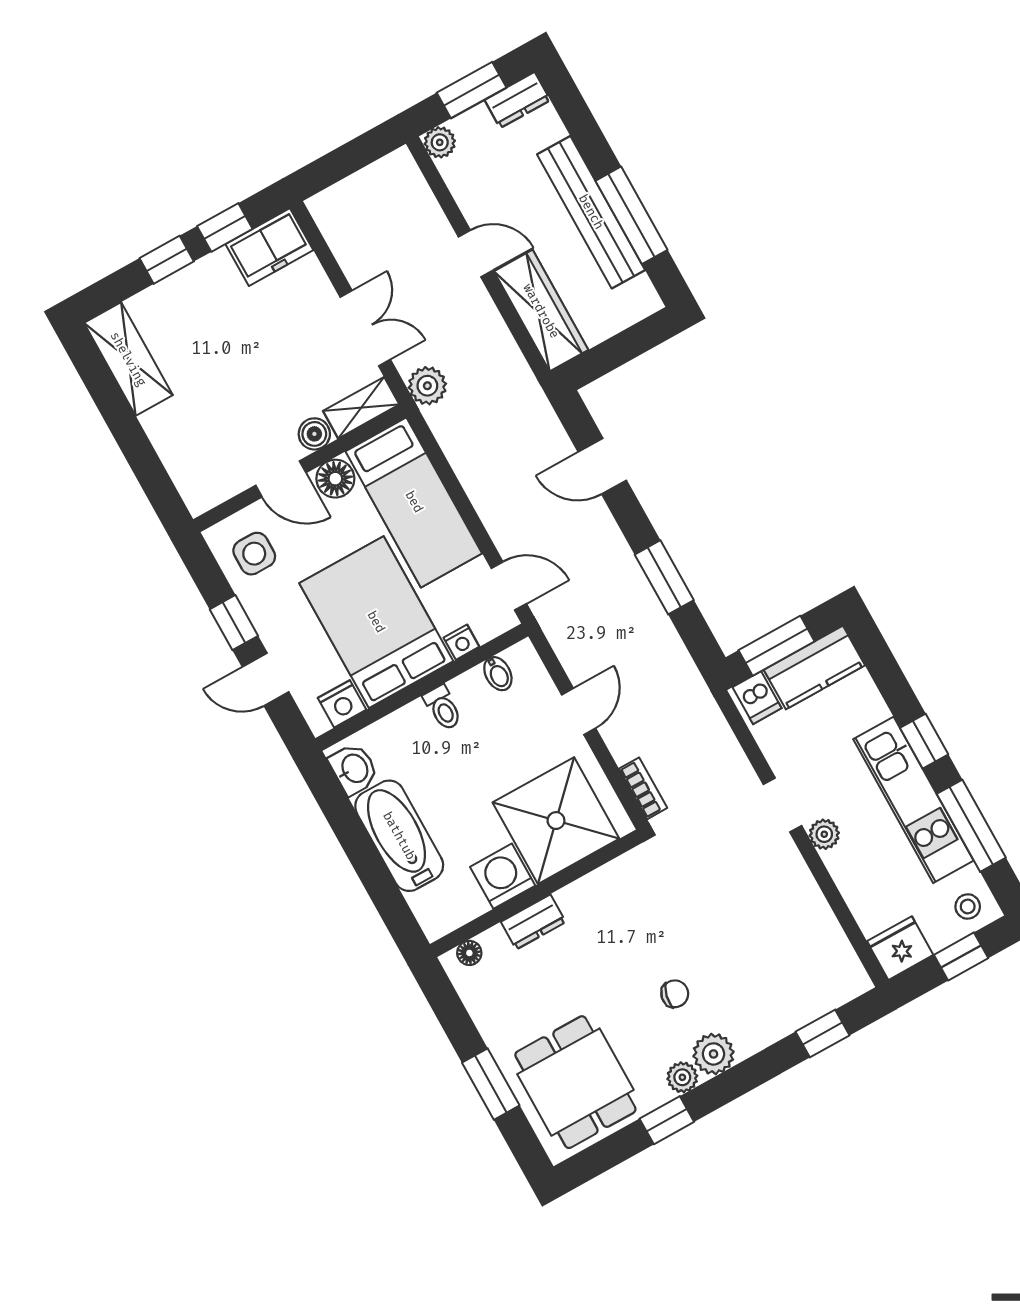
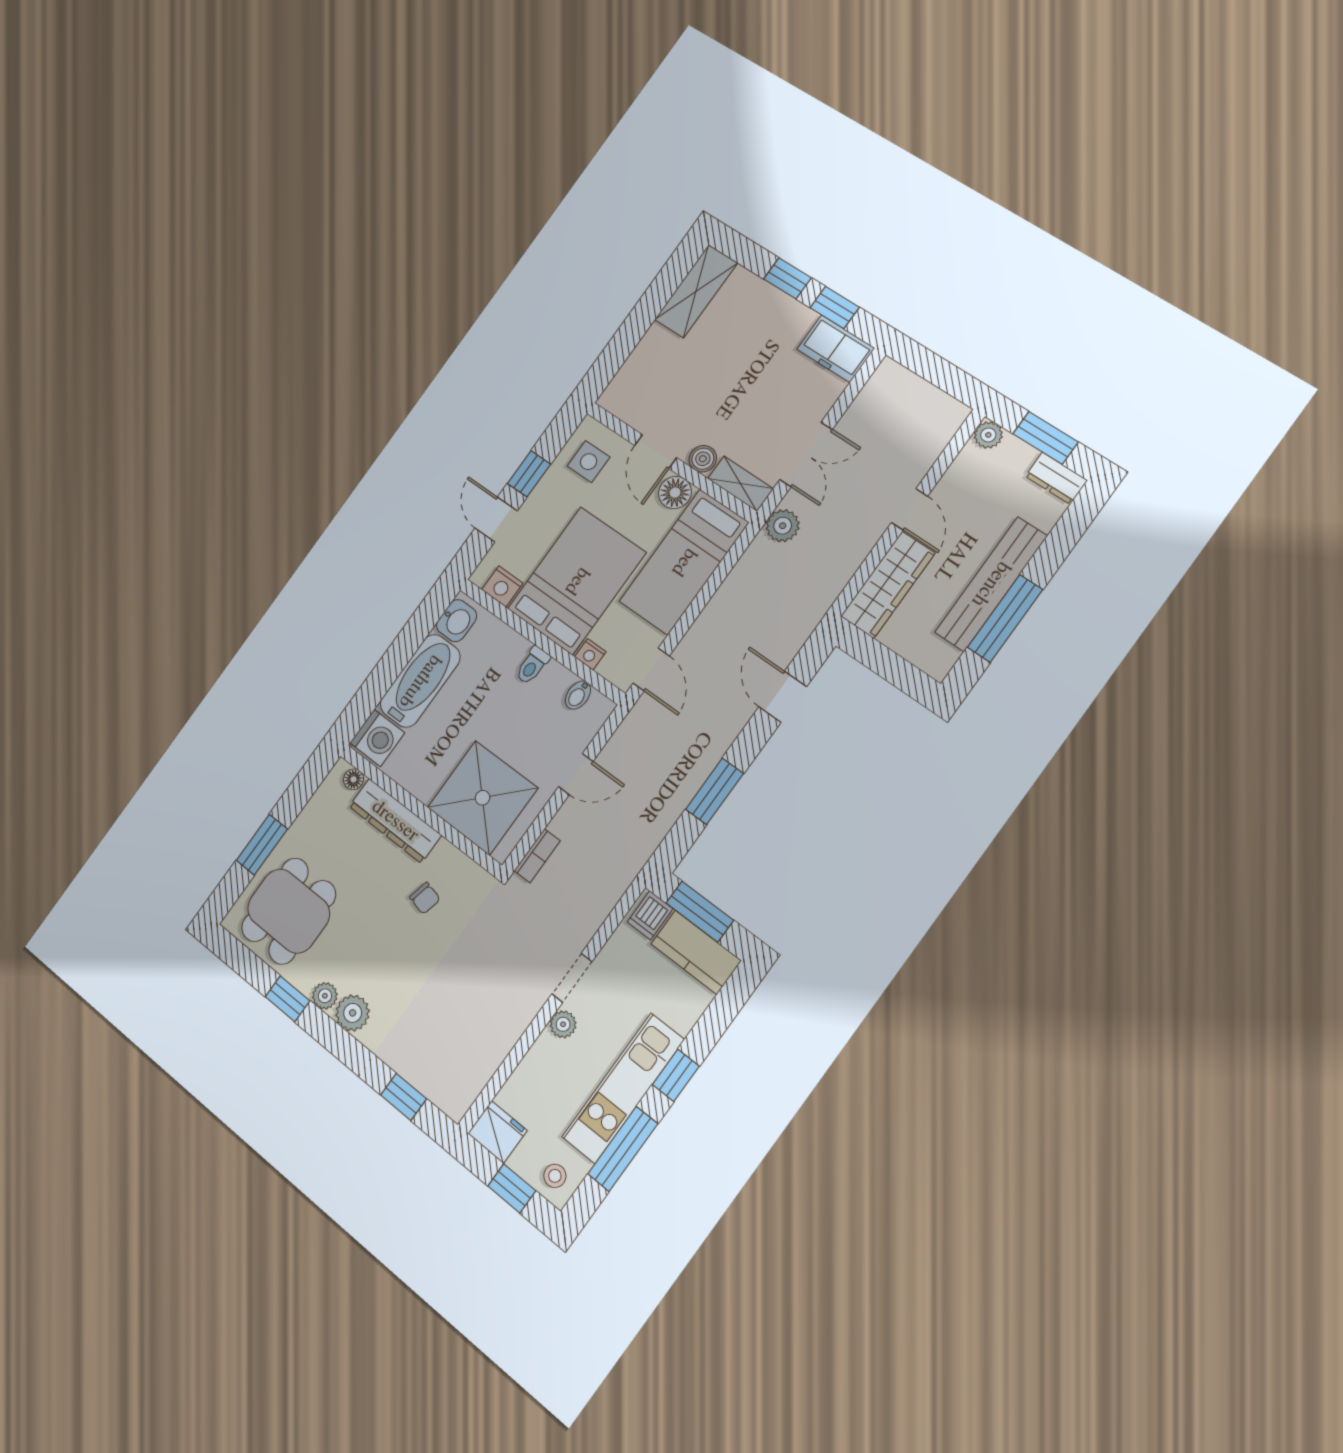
washing machine: (503, 876) -> (377, 738), moved, turned 90
dresser: (533, 922) -> (395, 821), width x1.96, depth x1.24
chair: (675, 994) -> (425, 898), moved

